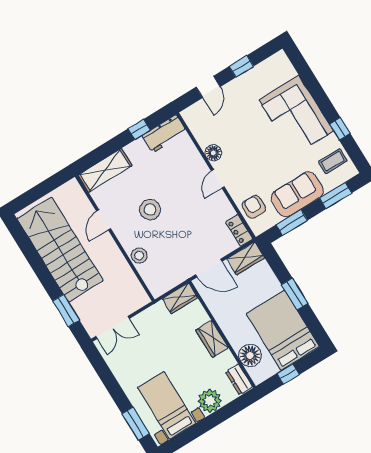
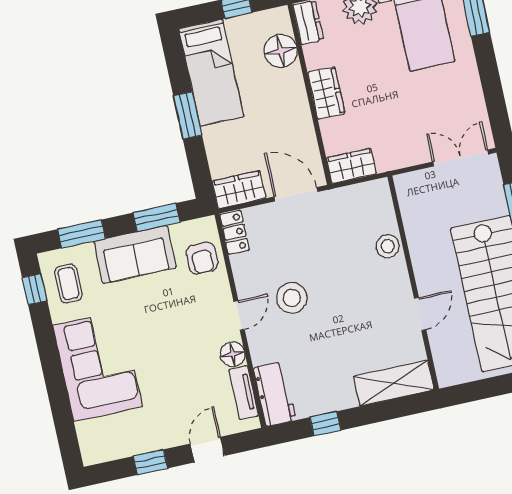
window: (340, 129) -> (35, 289), moved
tv unit: (198, 131) -> (244, 393), added
workbench: (164, 134) -> (275, 394), moved, turned 90
coffee table: (333, 161) -> (68, 284), turned 90
stool: (150, 210) -> (292, 298), moved
bed: (283, 330) -> (211, 73), width x0.67

